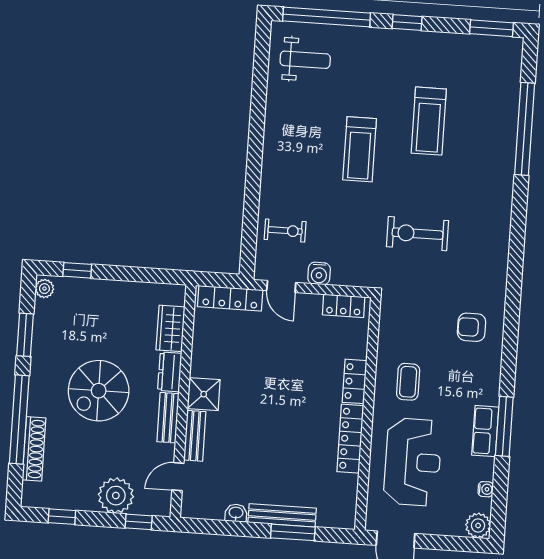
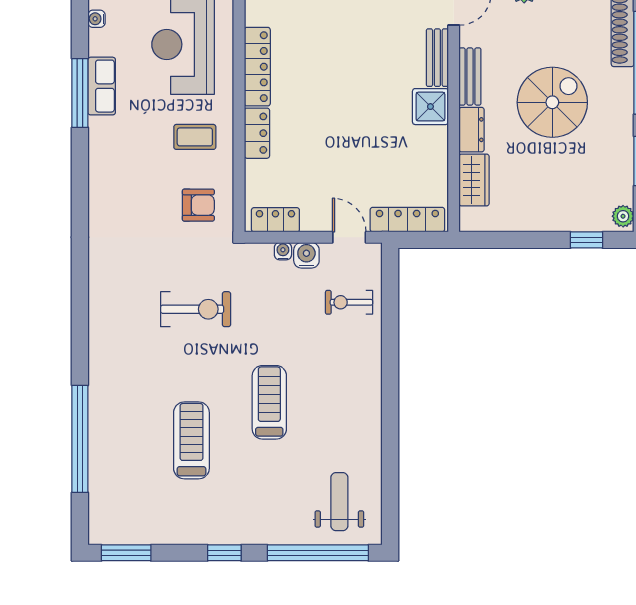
weight bench: (305, 60) -> (339, 502), turned 90
water cooler: (339, 278) -> (283, 251), added
armchair: (472, 327) -> (198, 205), moved
coffee table: (408, 382) -> (195, 137), turned 90

